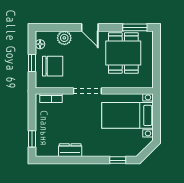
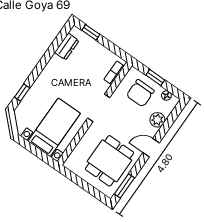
dining table: (123, 53) -> (109, 161), turned 90
dresser: (70, 150) -> (67, 47), moved

